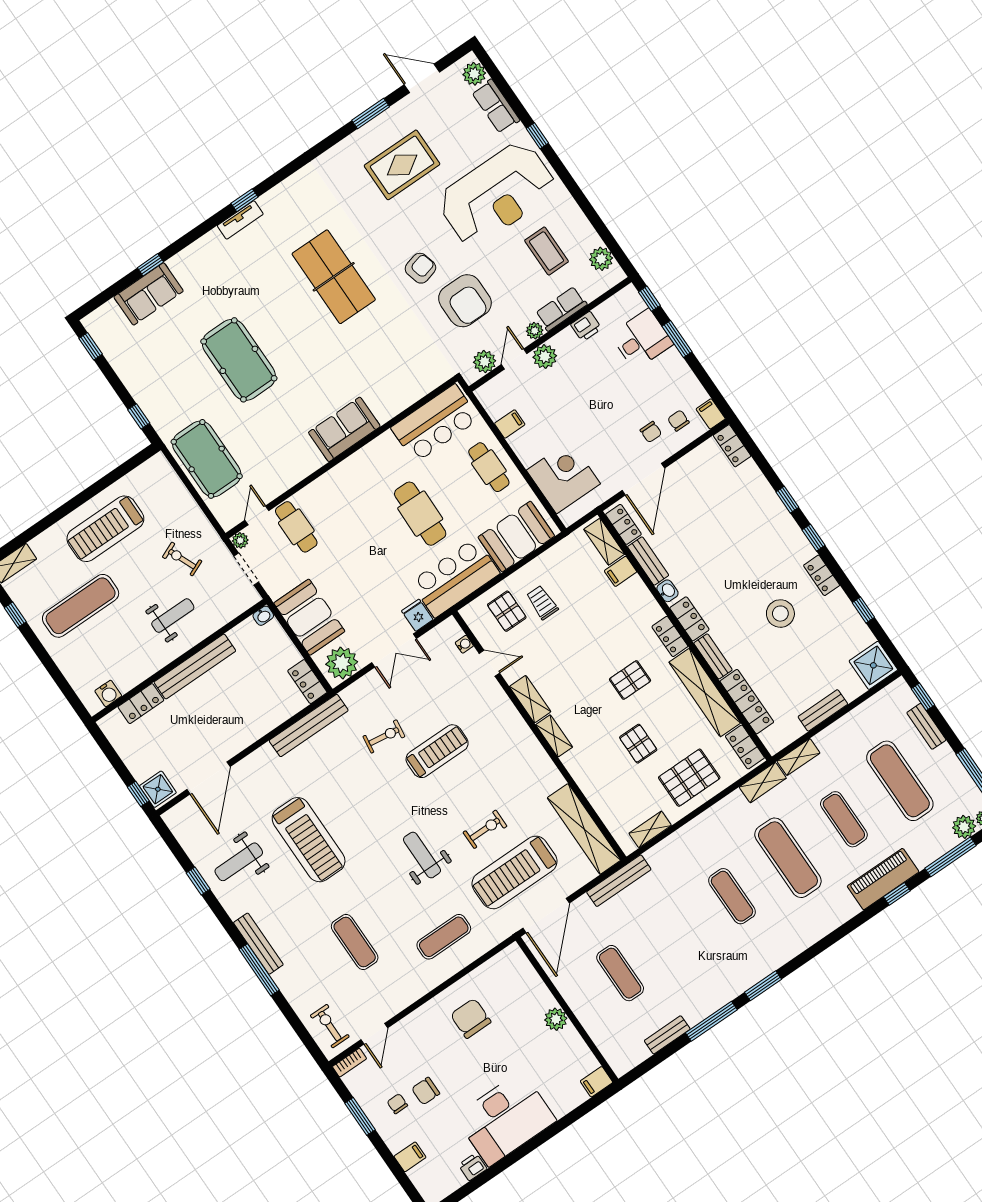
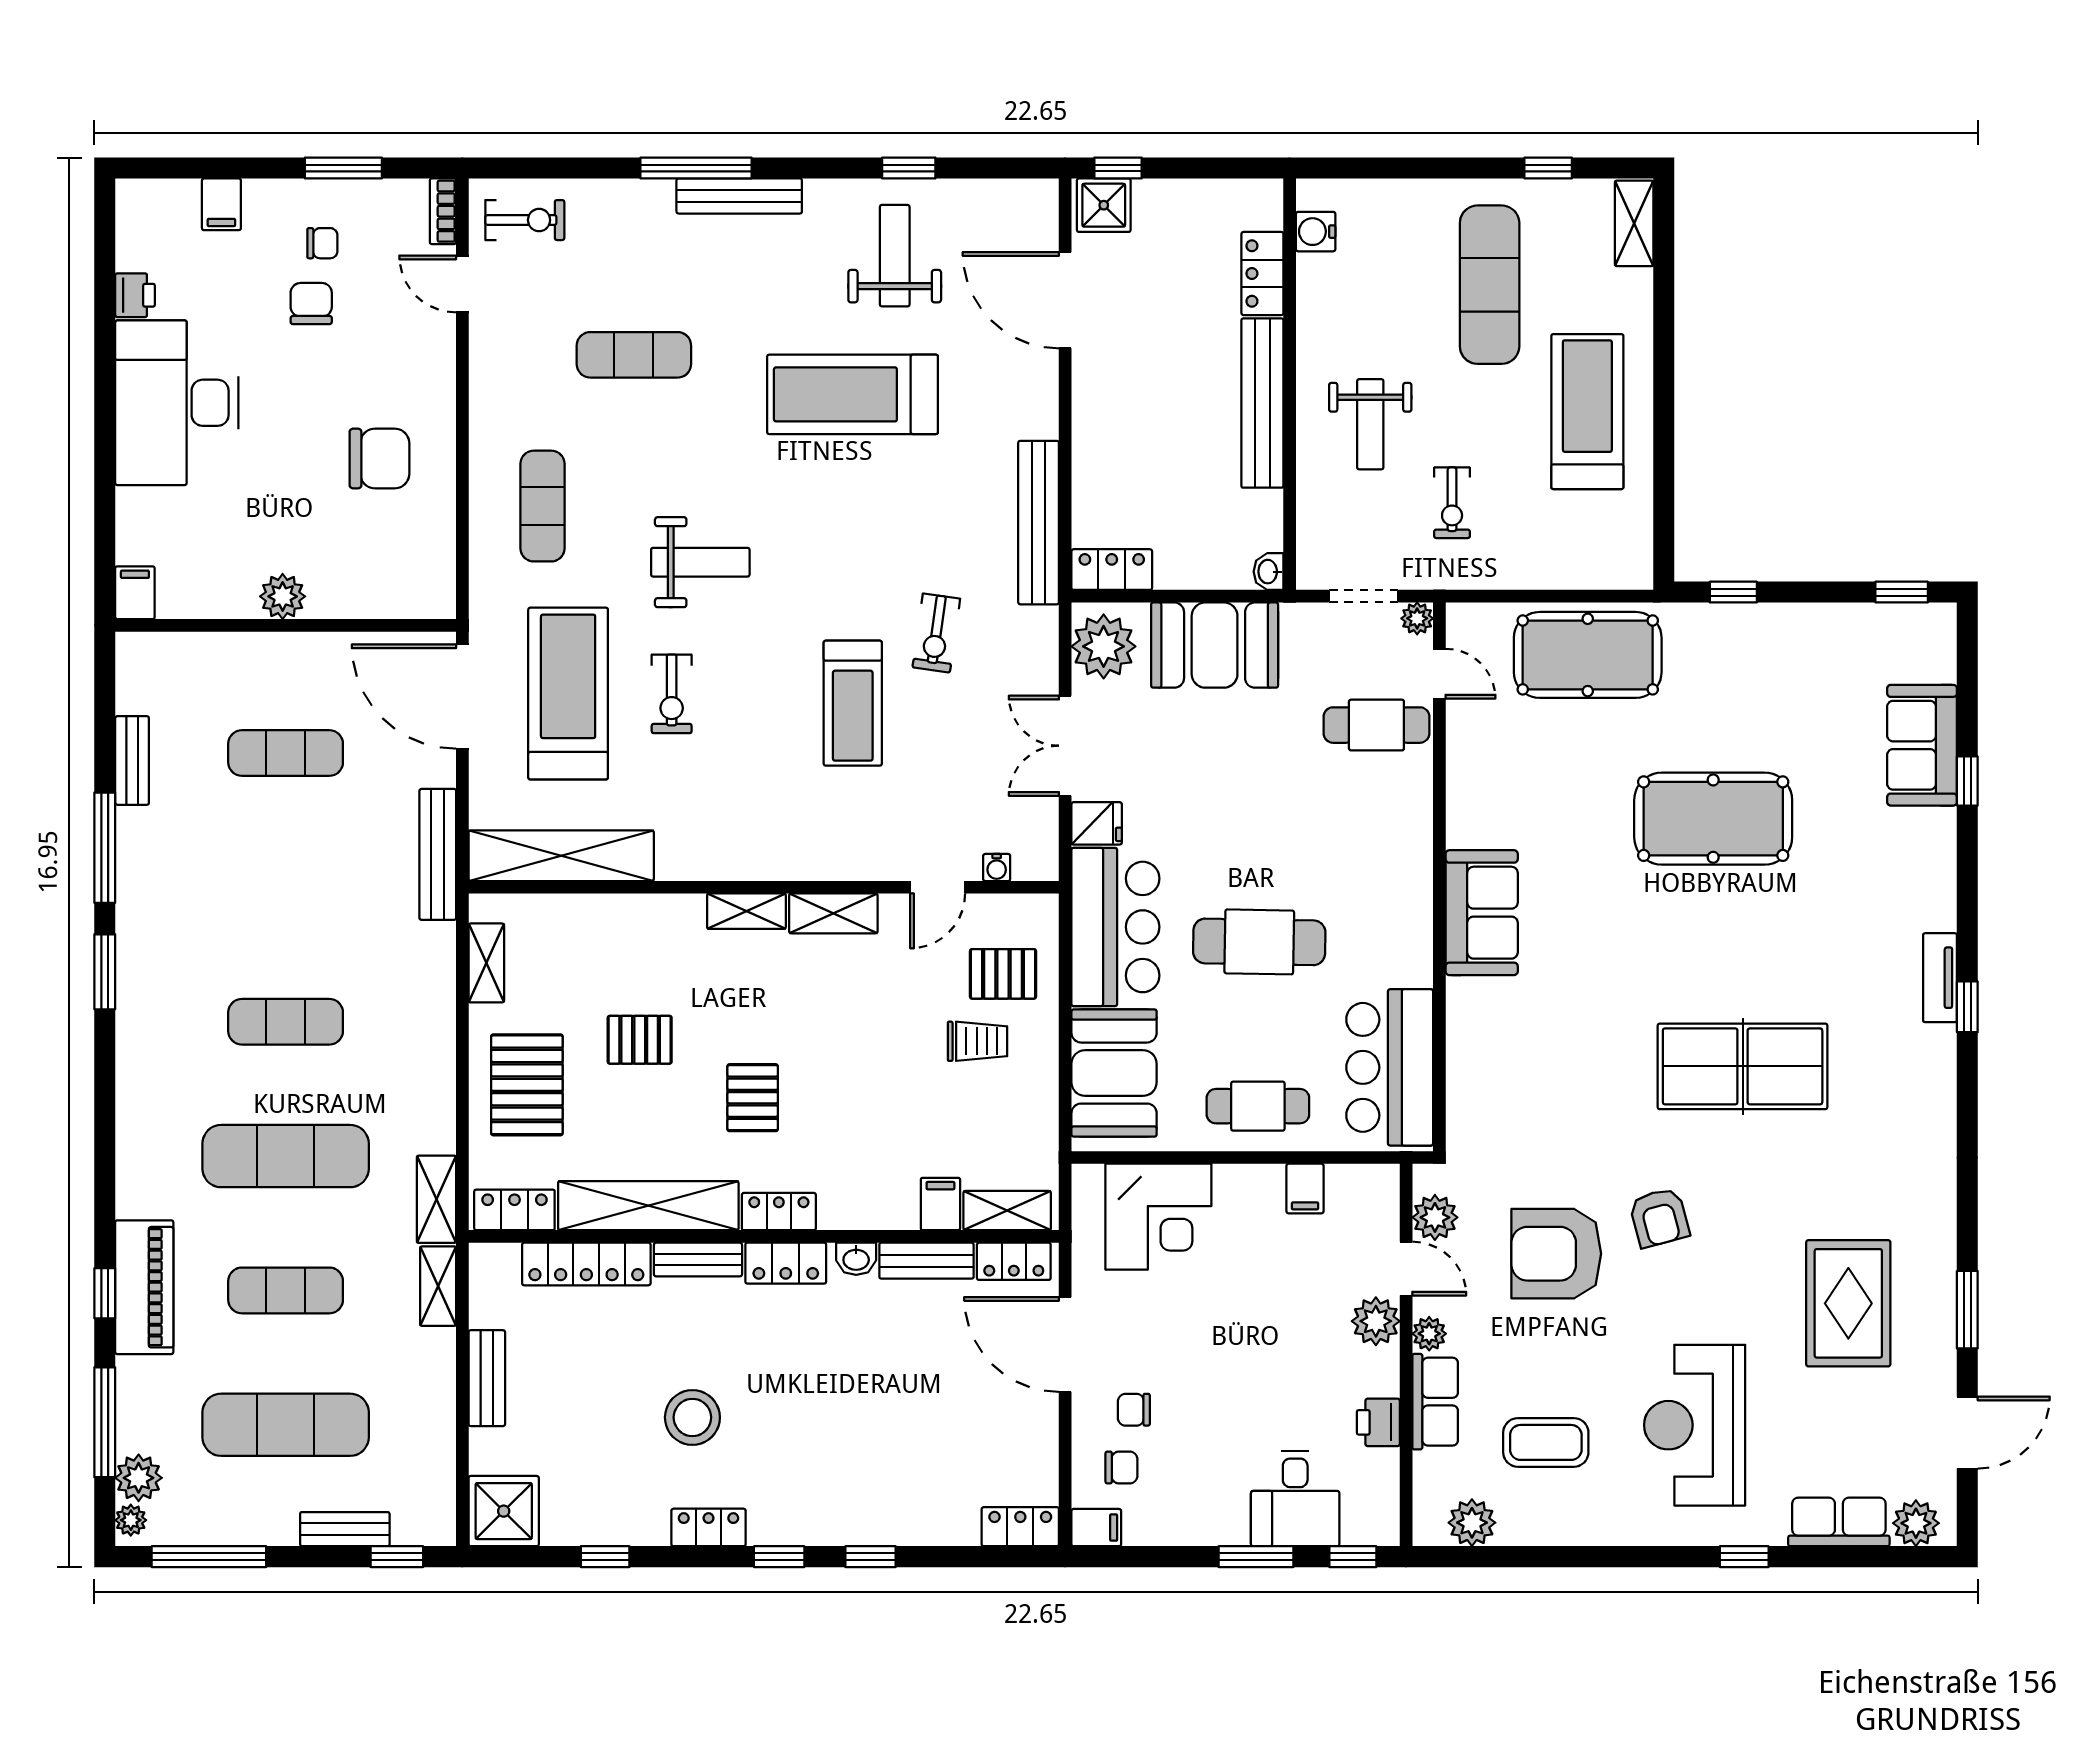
reception desk: (497, 194) -> (1695, 1425), width x0.74, depth x0.77
exercise bike: (182, 559) -> (1452, 503), turned 113

